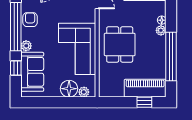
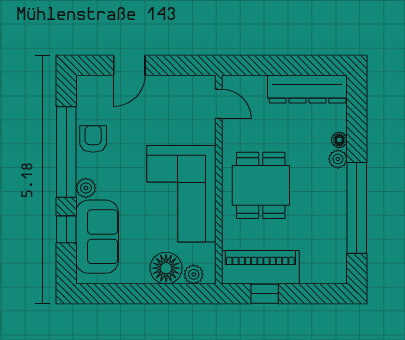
piano: (145, 88) -> (260, 267), moved
window: (144, 102) -> (265, 294), moved

